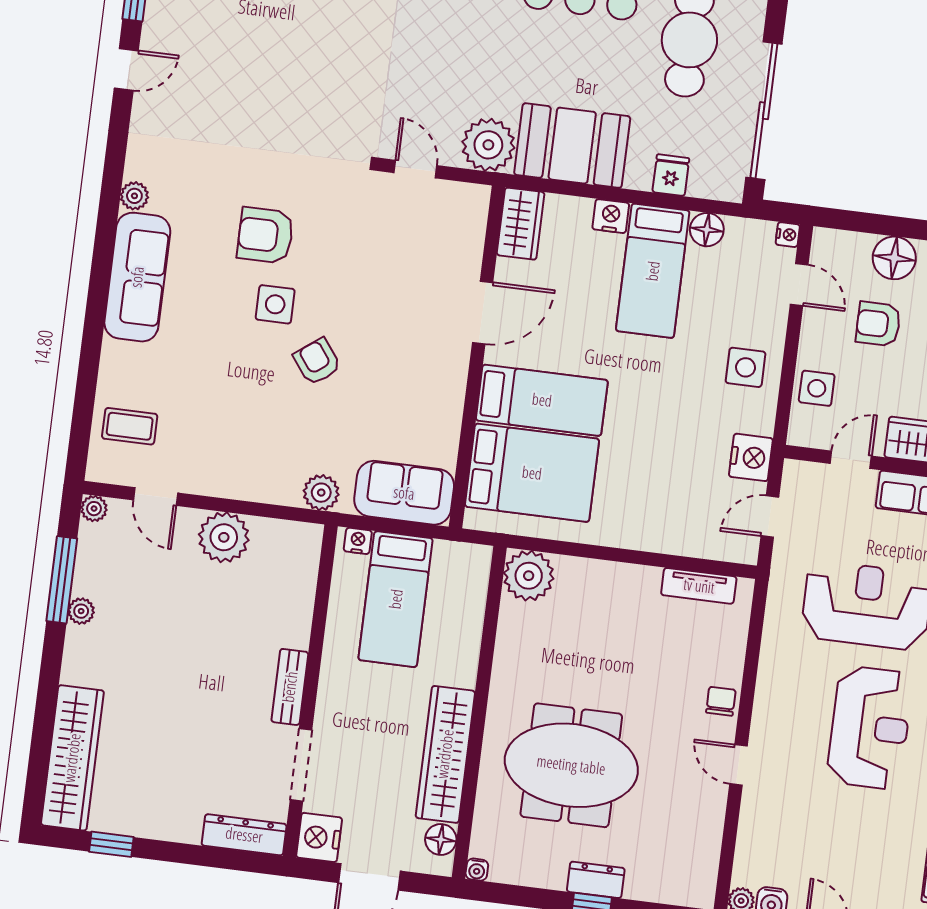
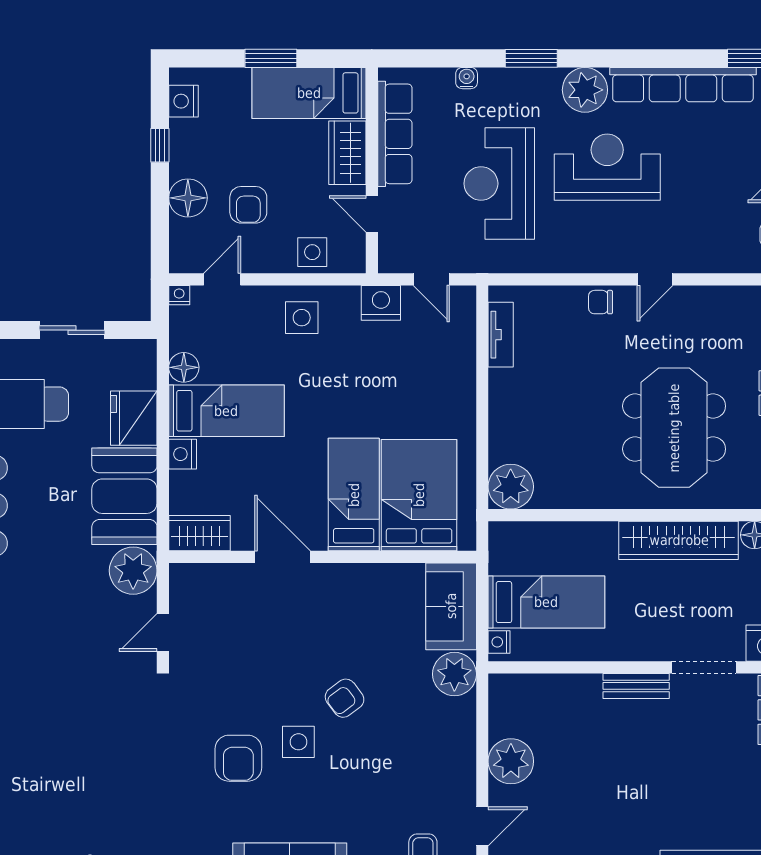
sliding door: (764, 111) -> (72, 330), width x0.54
fridge: (671, 175) -> (134, 418), width x1.88, depth x1.34
plant: (321, 493) -> (454, 674), width x1.36, depth x1.36

